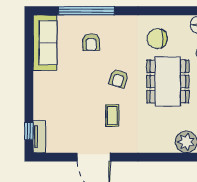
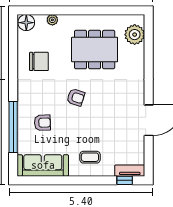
chair: (157, 39) -> (39, 61), turned -90
dining table: (168, 81) -> (95, 50), moved
coffee table: (112, 116) -> (90, 157), moved

